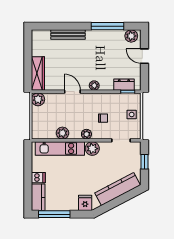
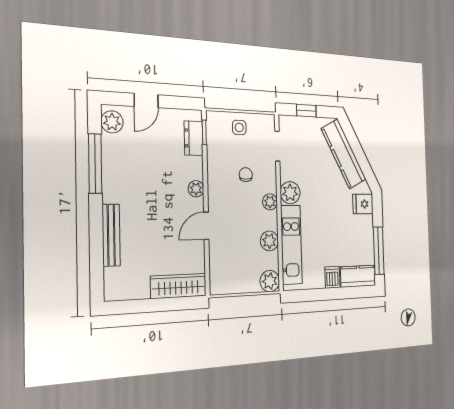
plant: (38, 99) -> (270, 281), moved

